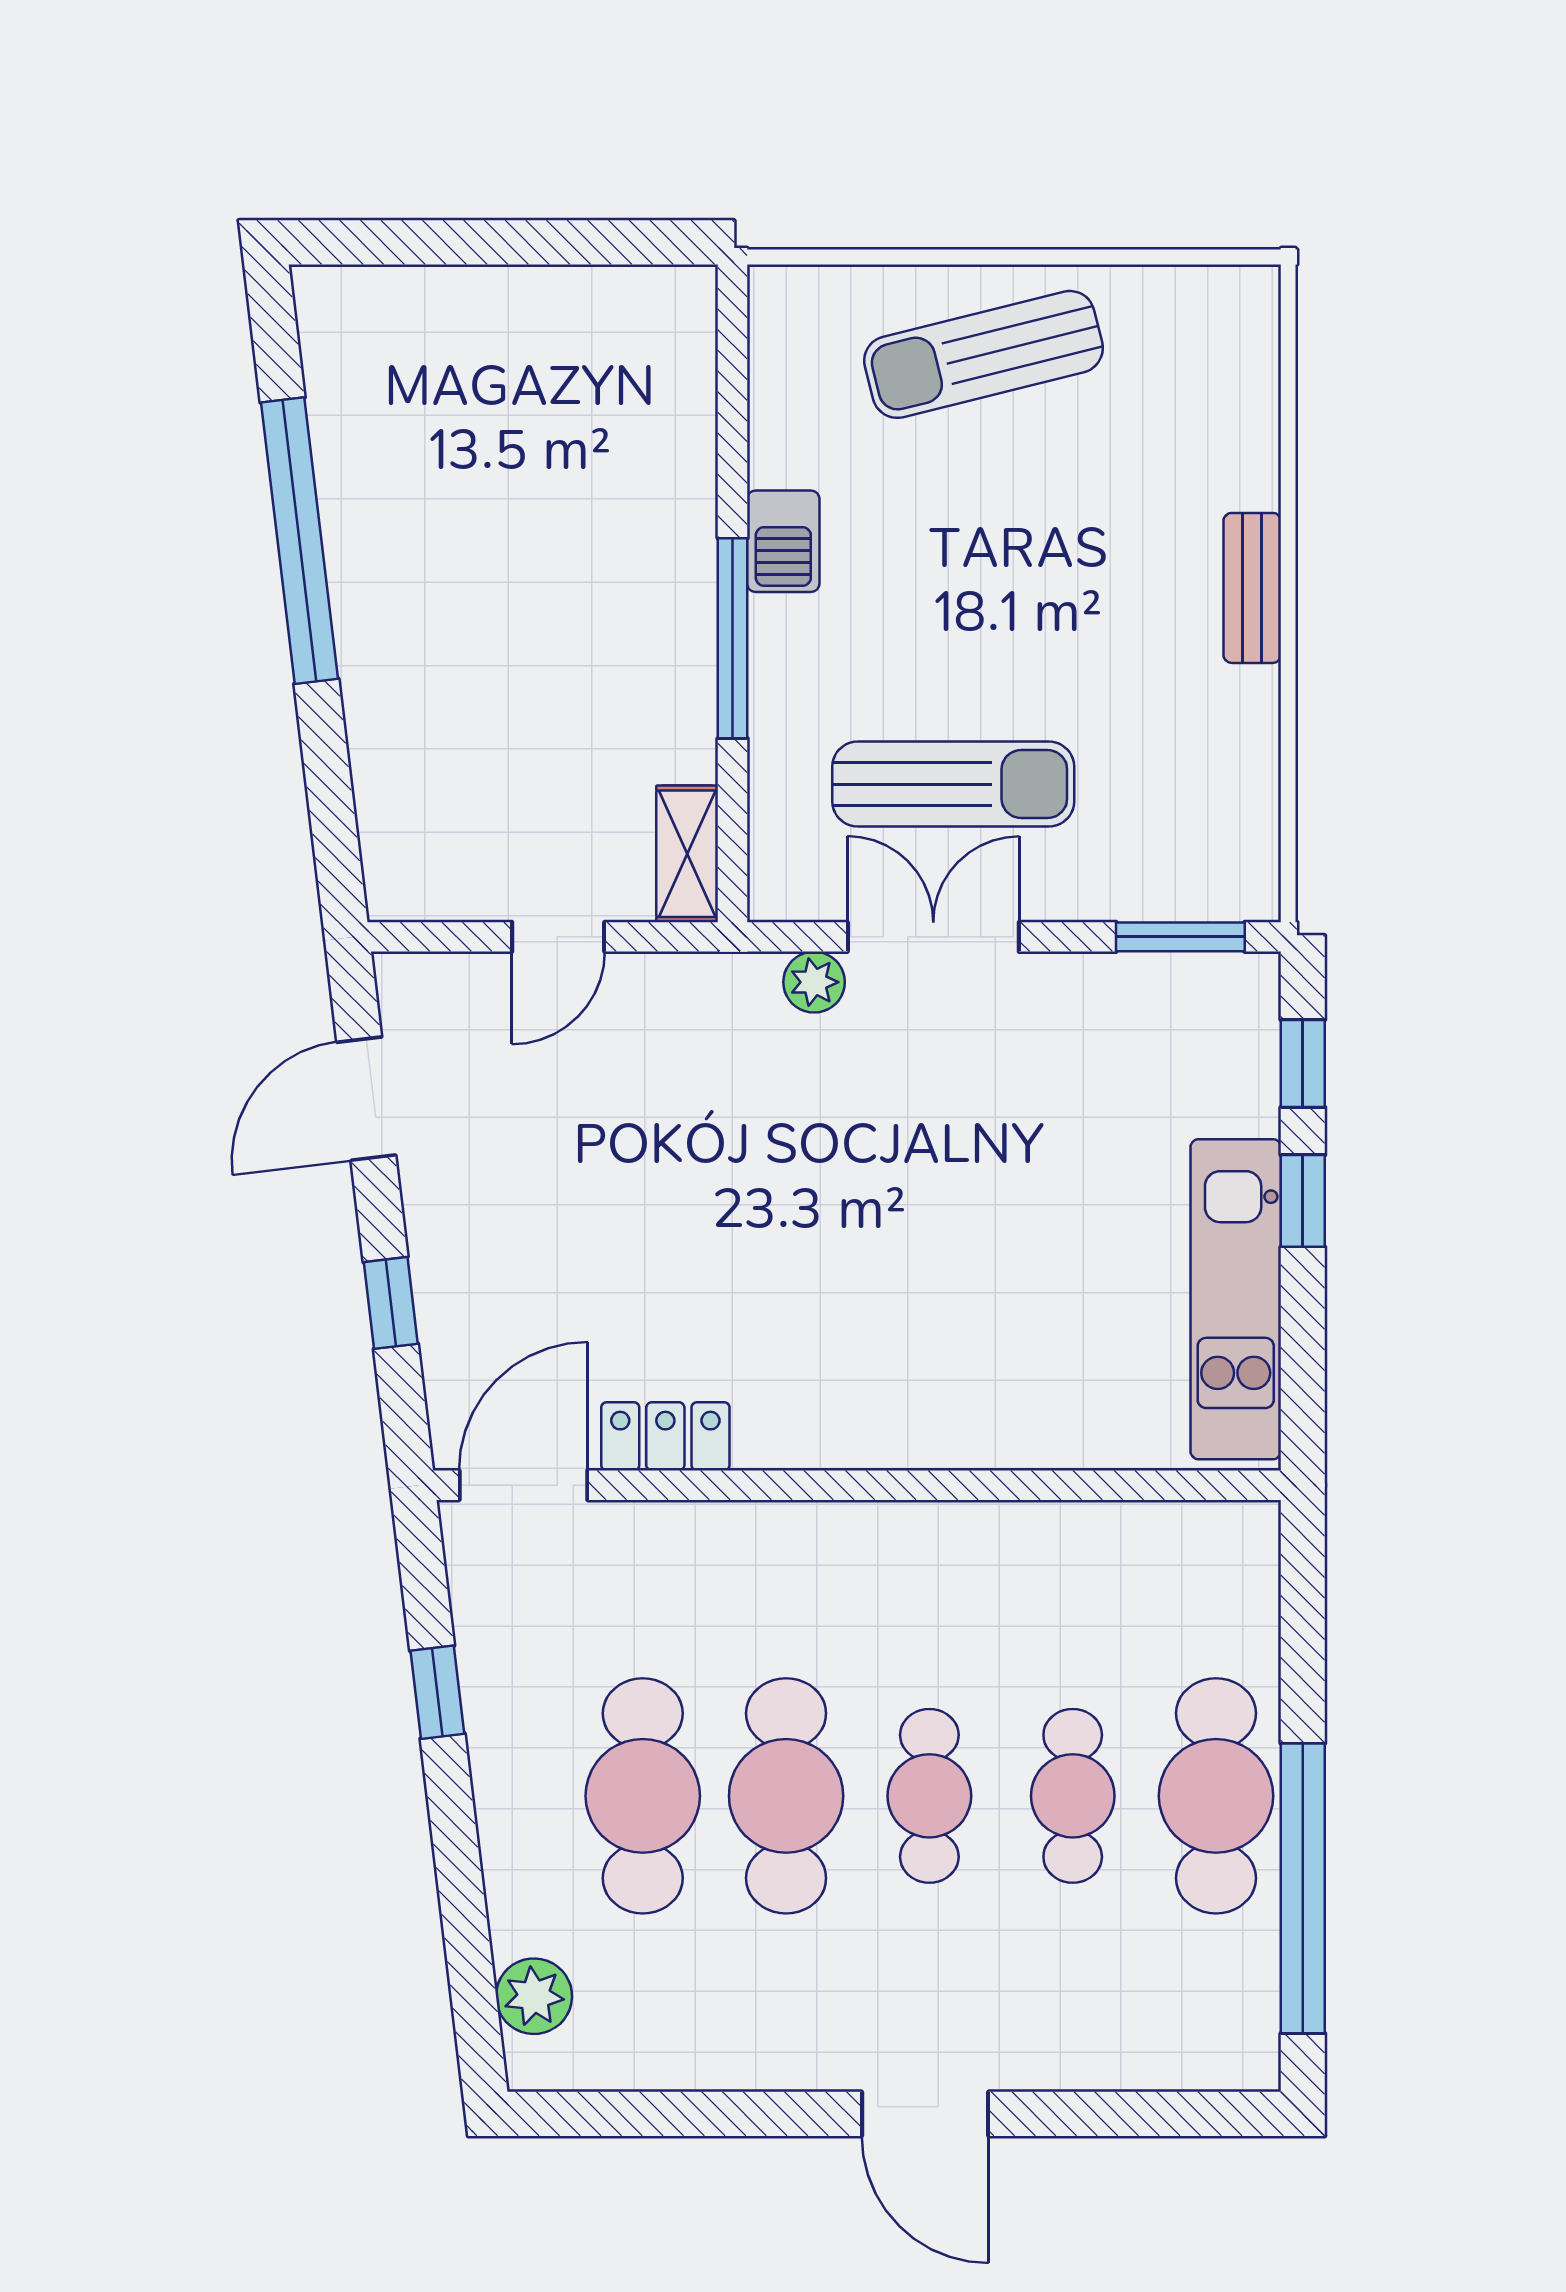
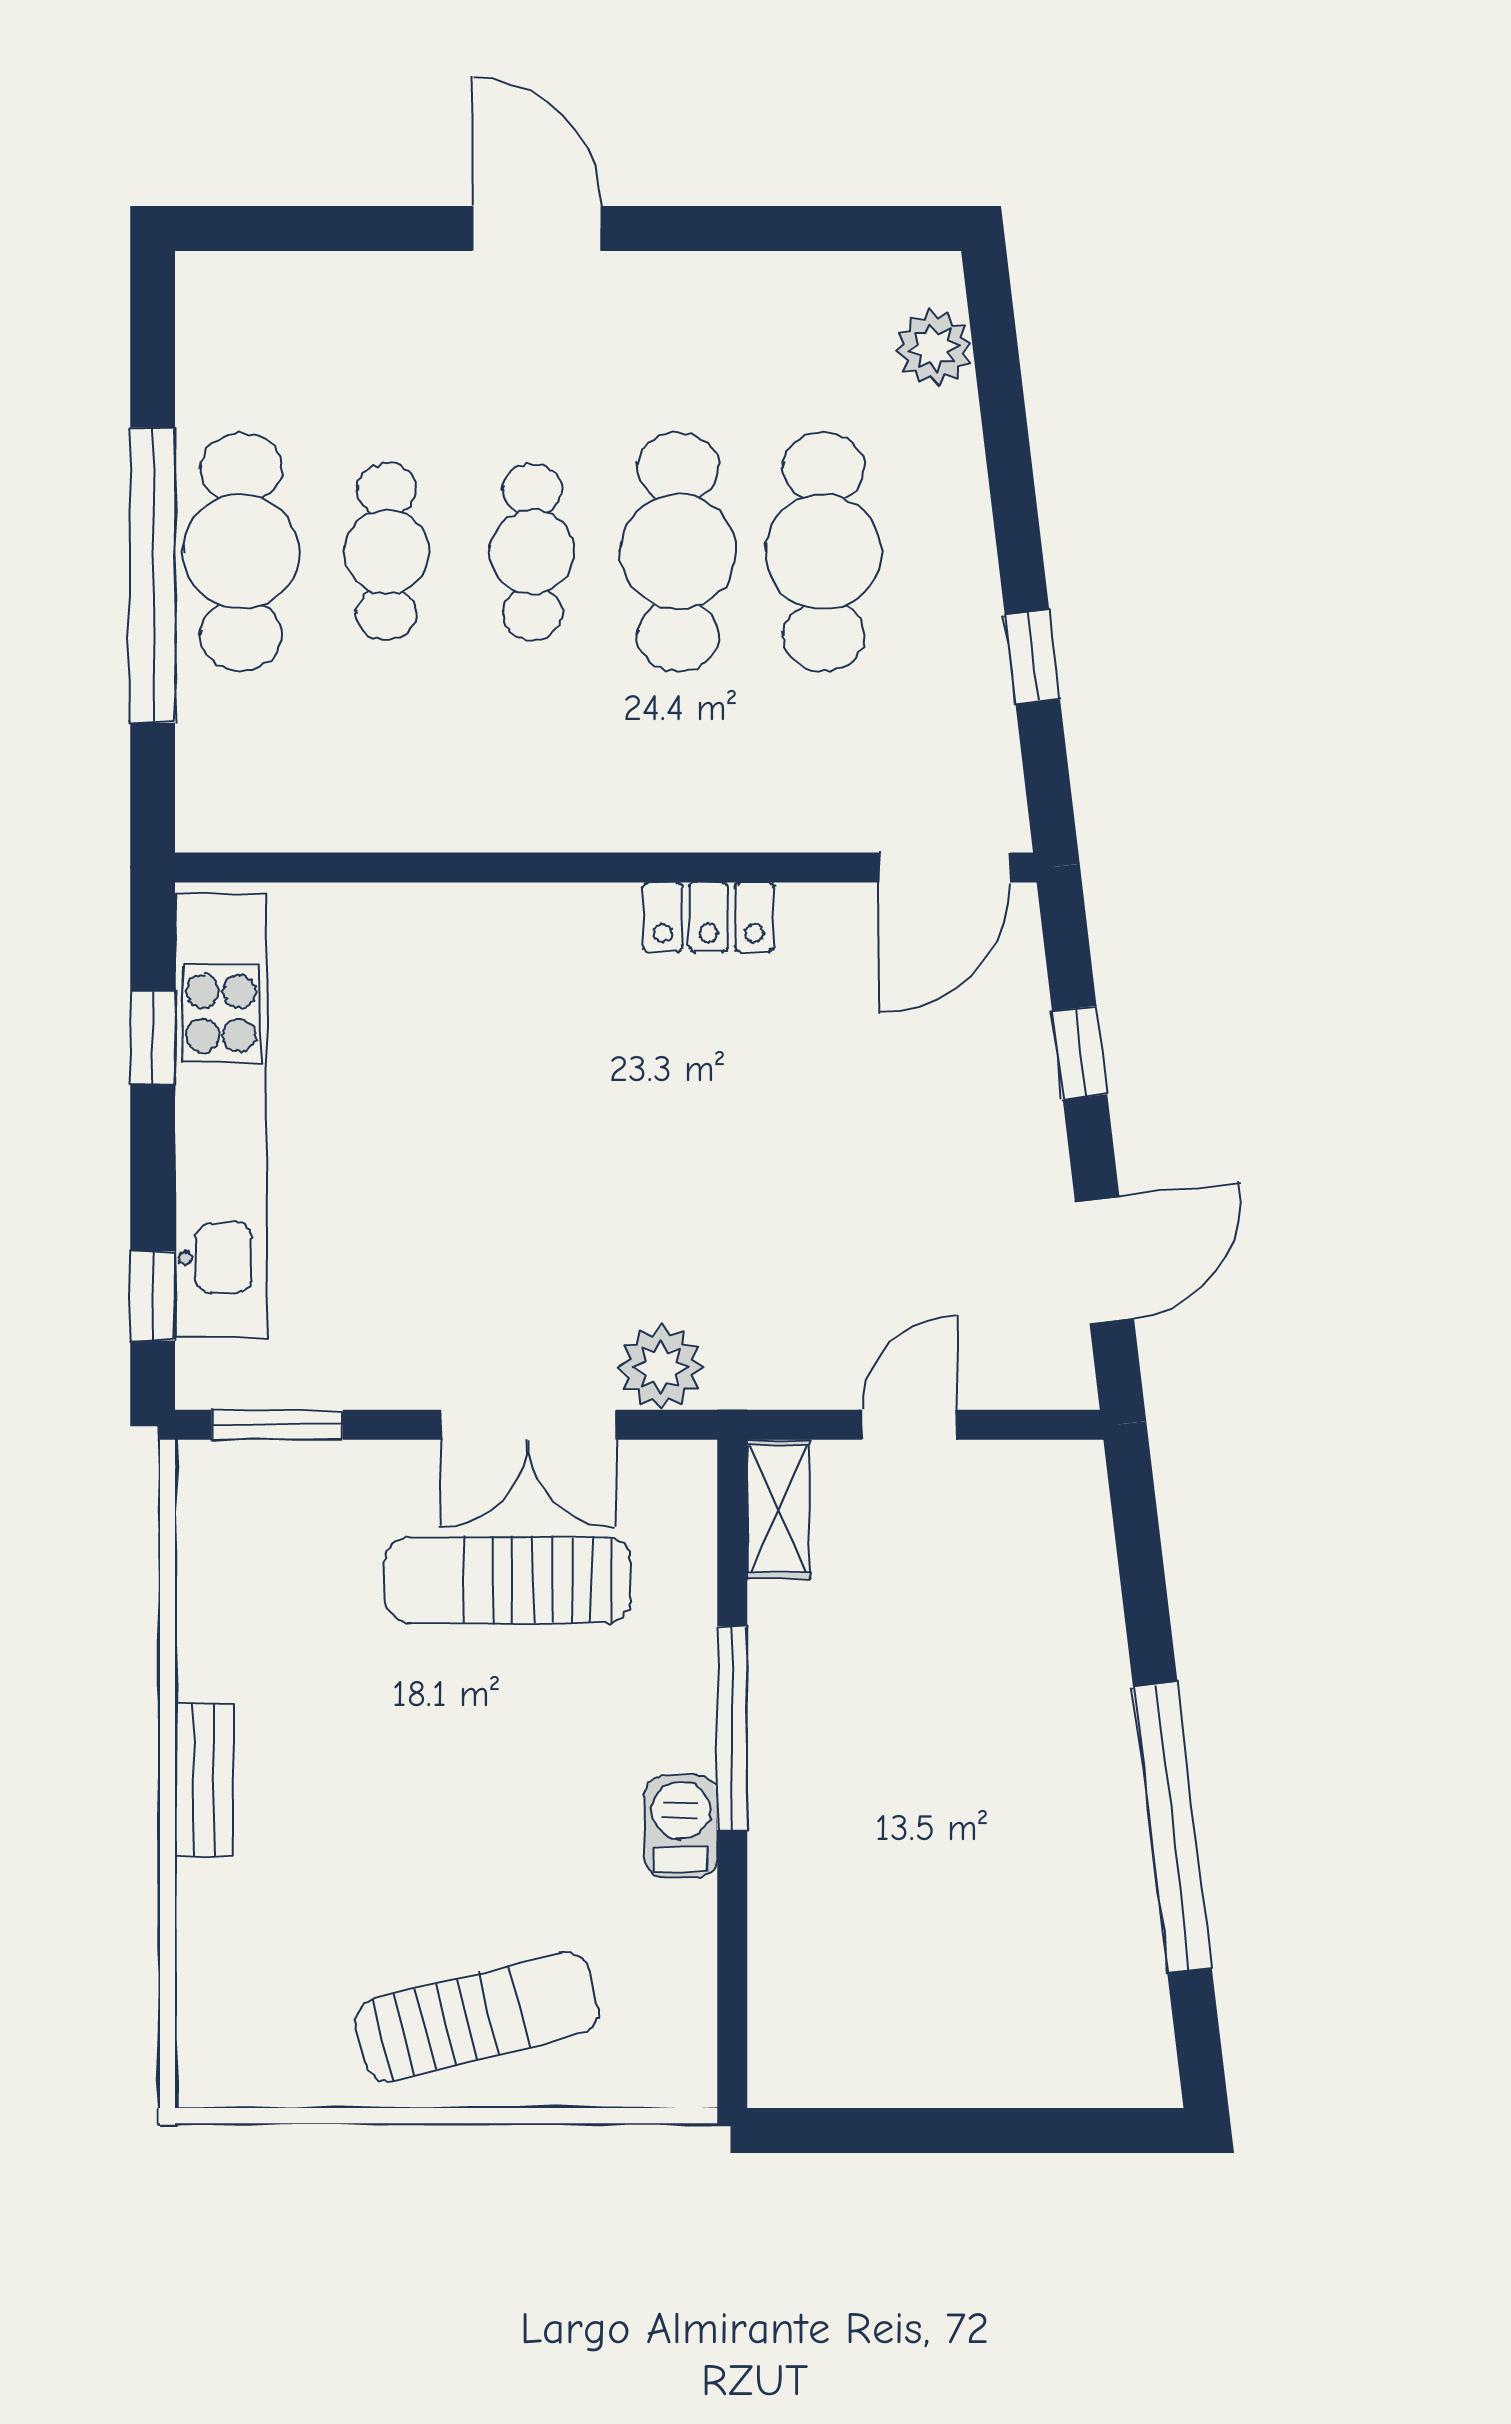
plant: (814, 982) -> (661, 1367), width x1.38, depth x1.38
window: (1303, 1201) -> (153, 1038), moved
kitchen unit: (1236, 1299) -> (221, 1116), width x1.36
locker: (665, 1436) -> (709, 917), moved
window: (1303, 1888) -> (153, 575), moved

